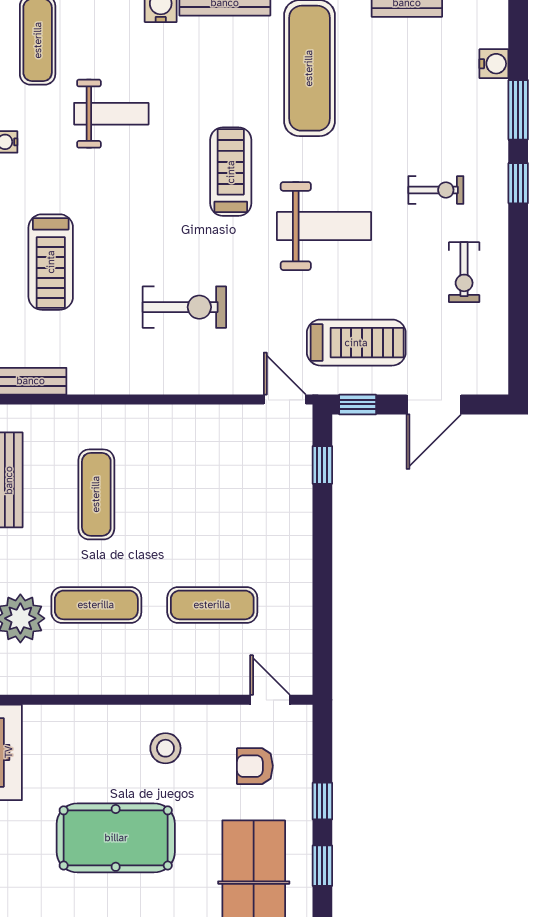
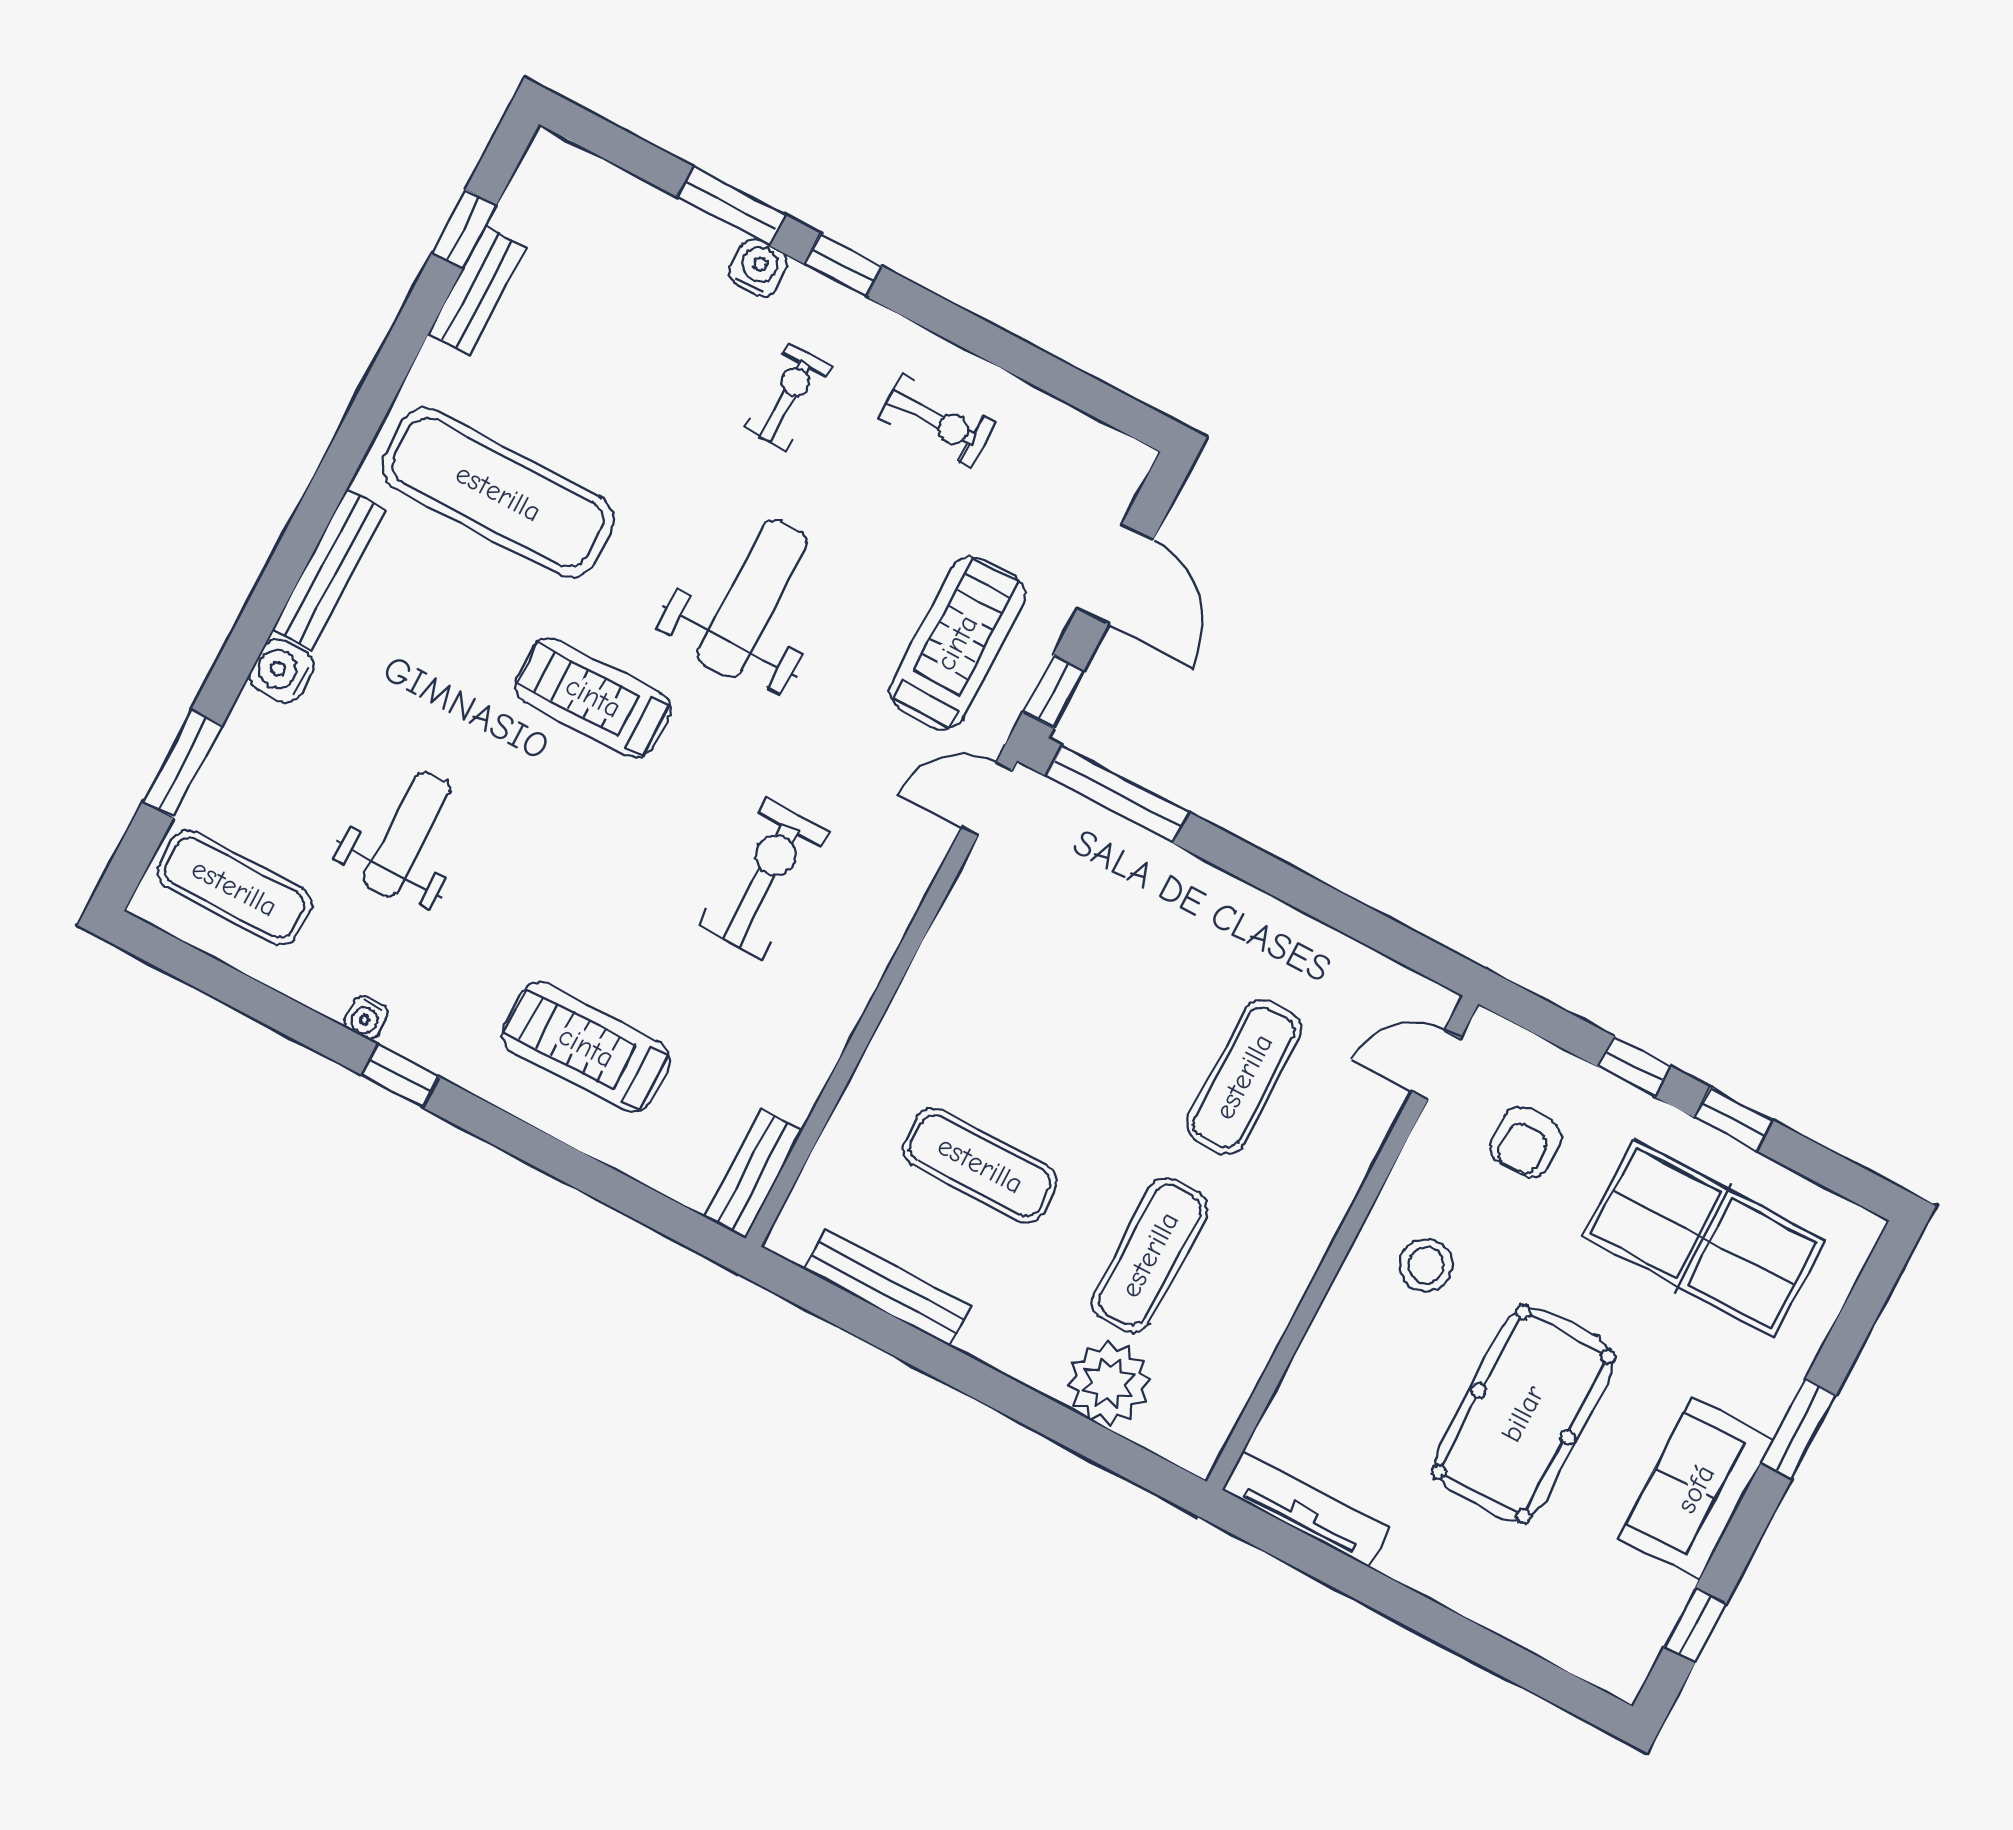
water cooler: (494, 64) -> (758, 268), moved
treadmill: (51, 262) -> (586, 1047), turned 180
window: (322, 465) -> (1118, 794), width x2.17

